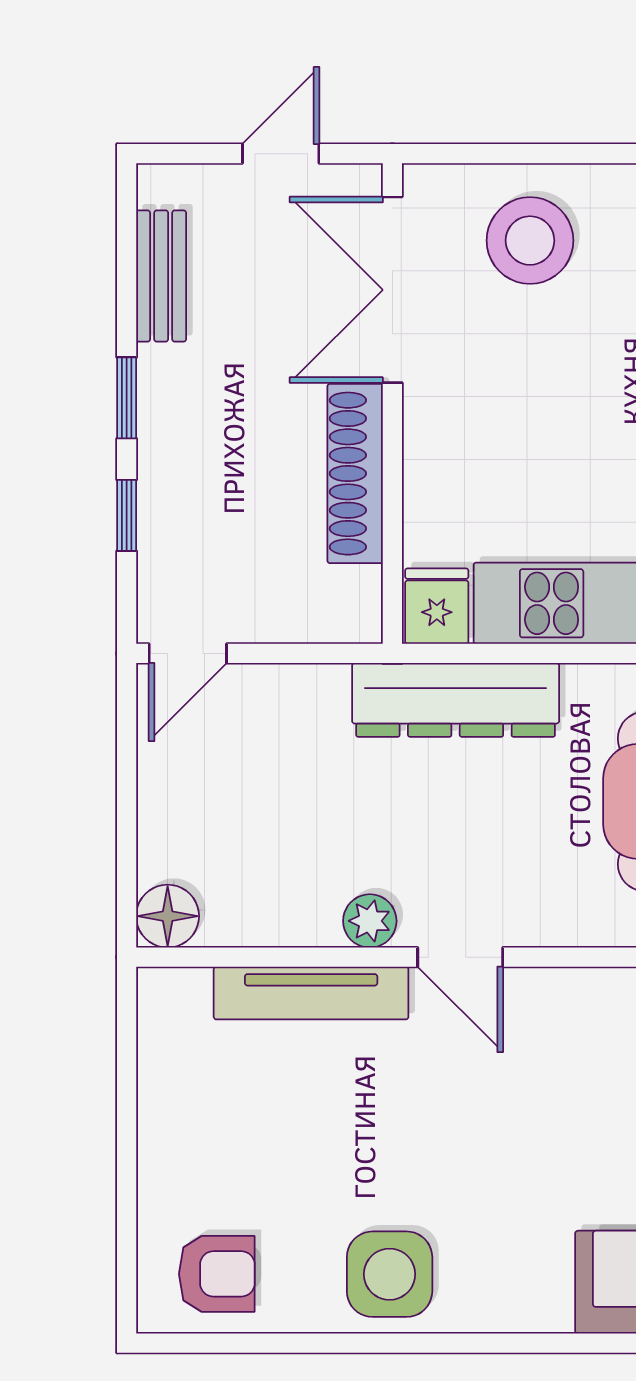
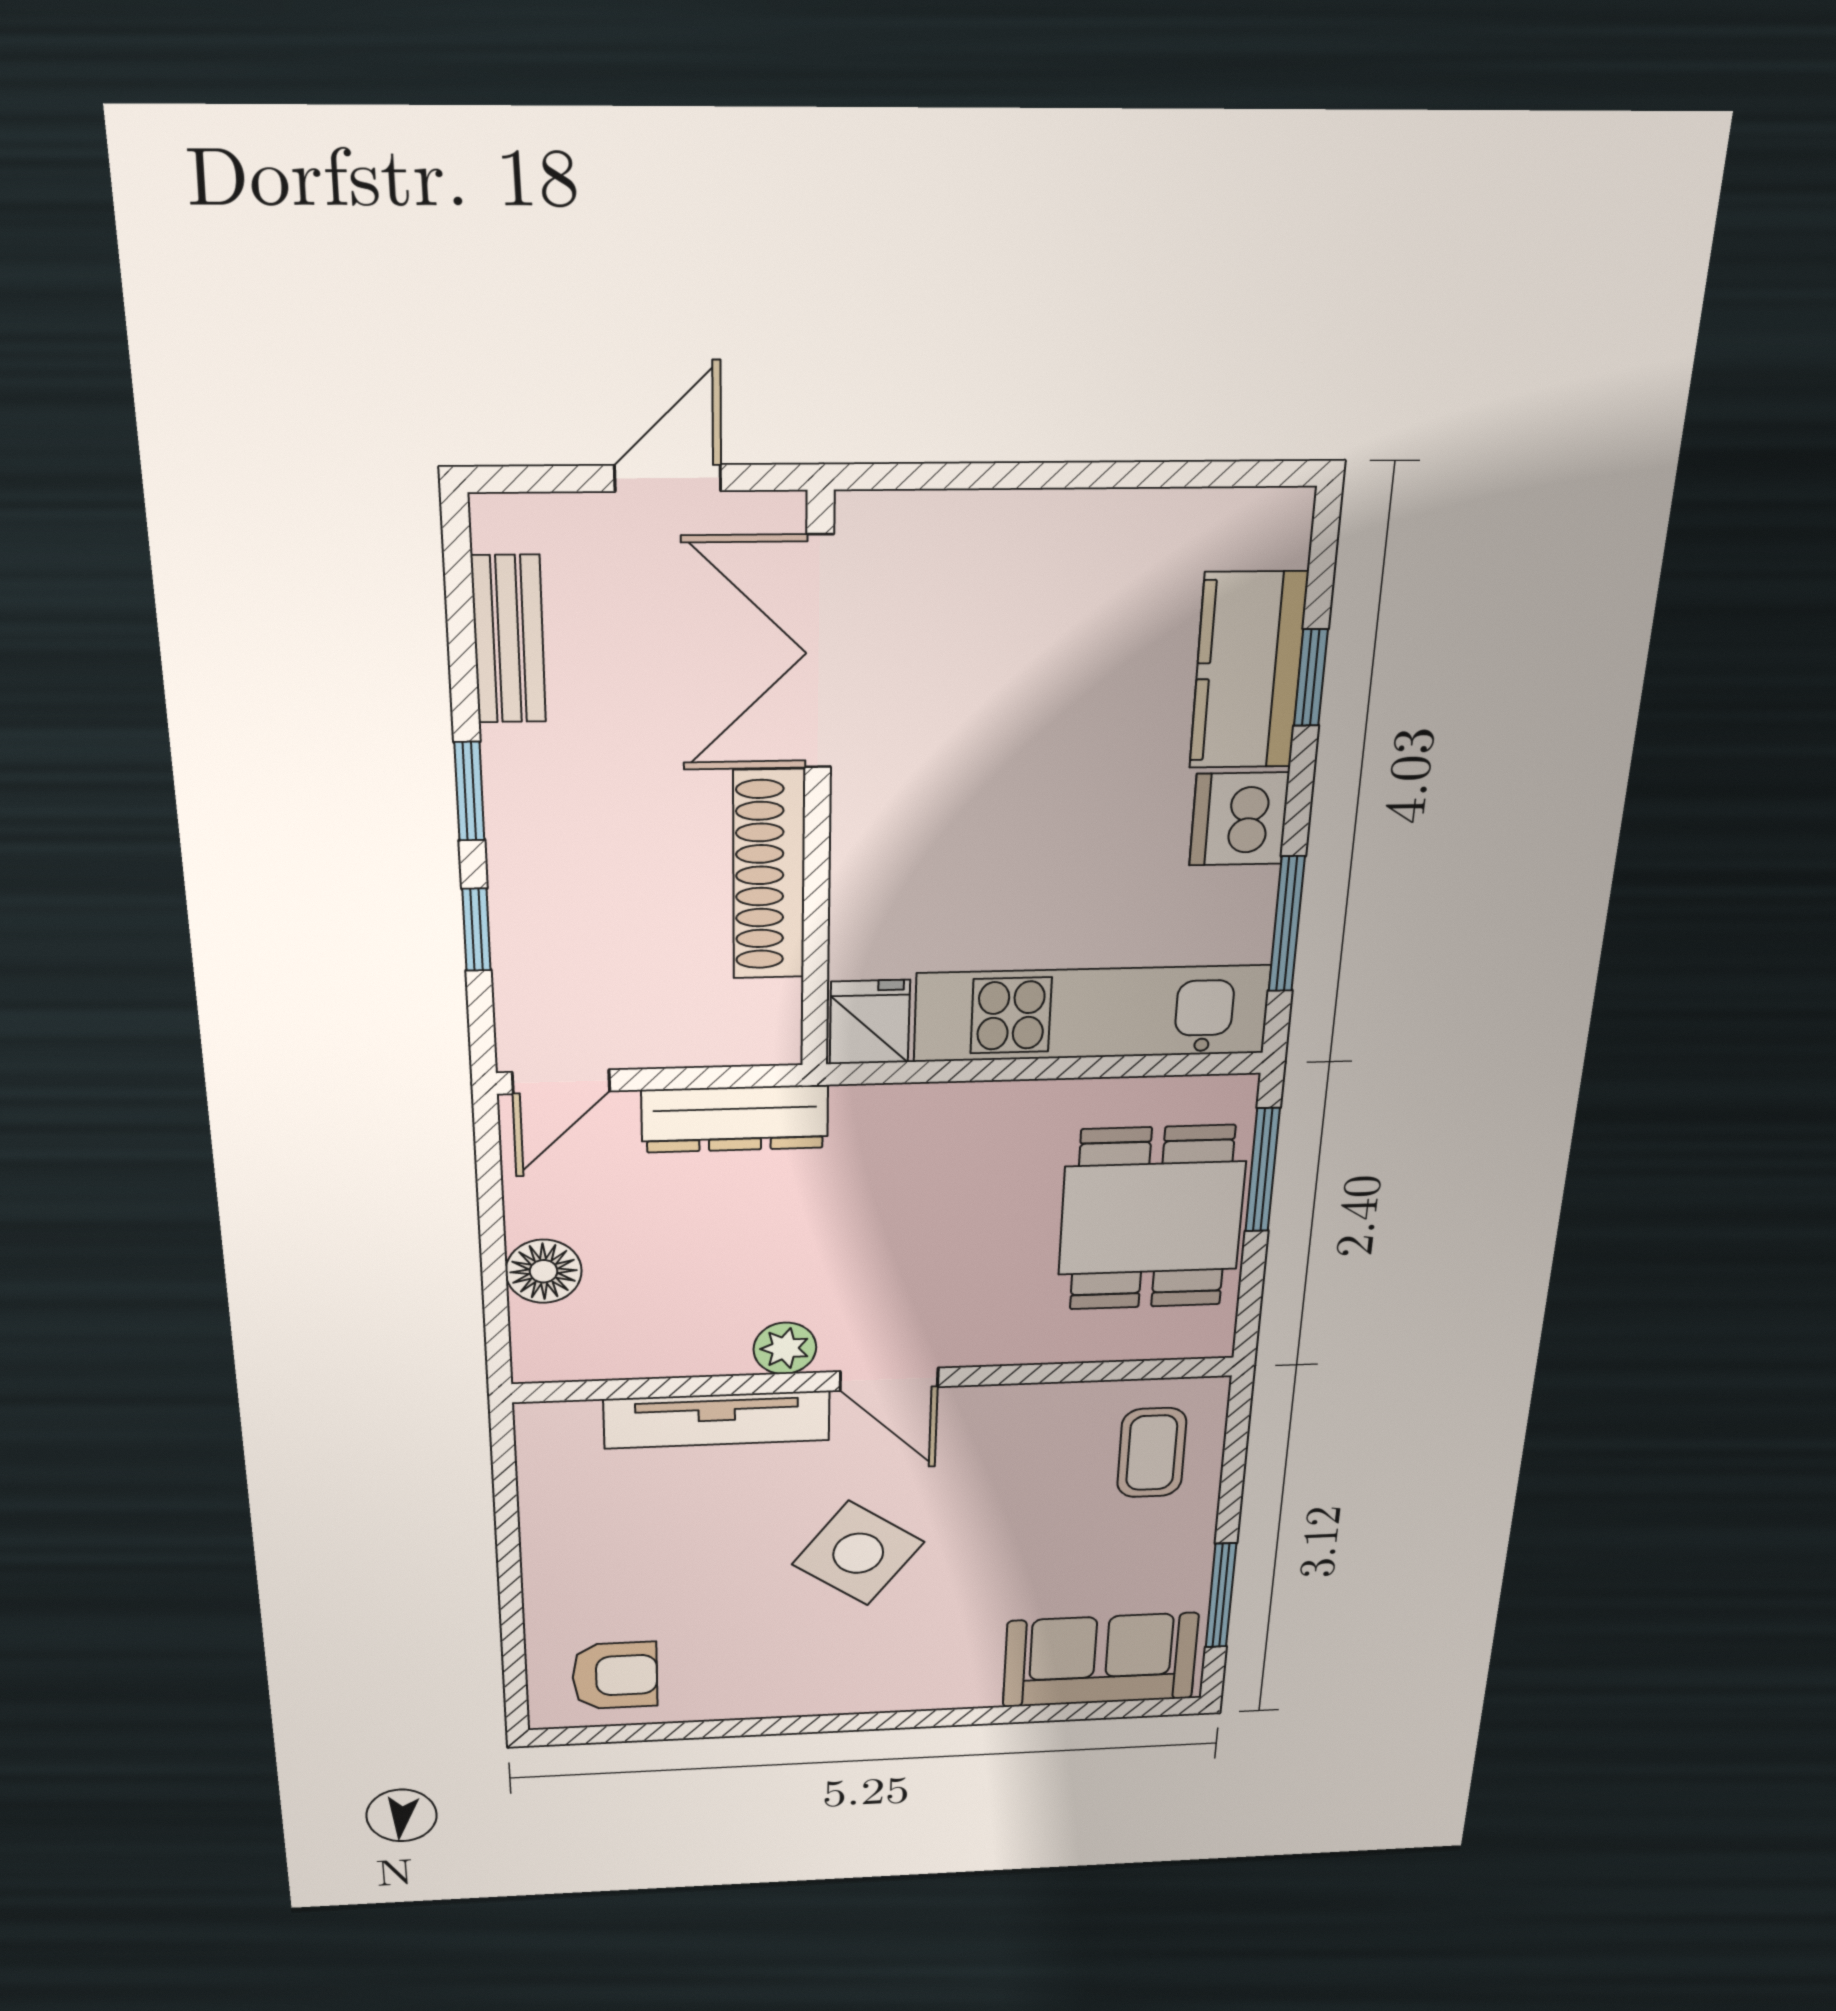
stool: (530, 241) -> (1003, 588), removed
dresser: (456, 700) -> (735, 1119), moved, width x0.73, depth x0.80
floor lamp: (168, 916) -> (544, 1271), moved
side table: (390, 1274) -> (858, 1553), moved, turned 36

